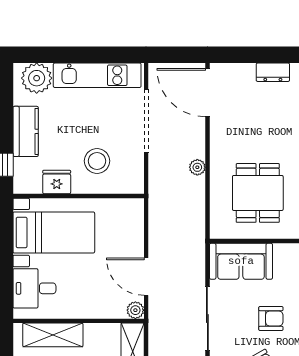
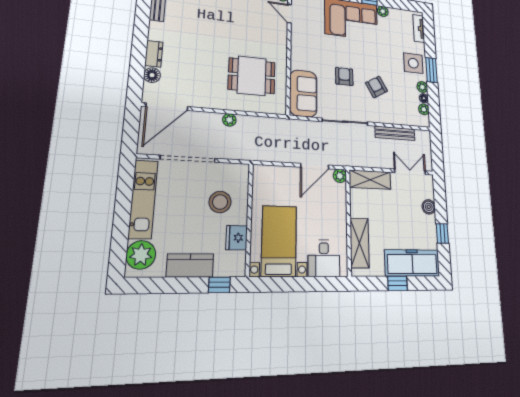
floor lamp: (245, 72) -> (152, 75), added

